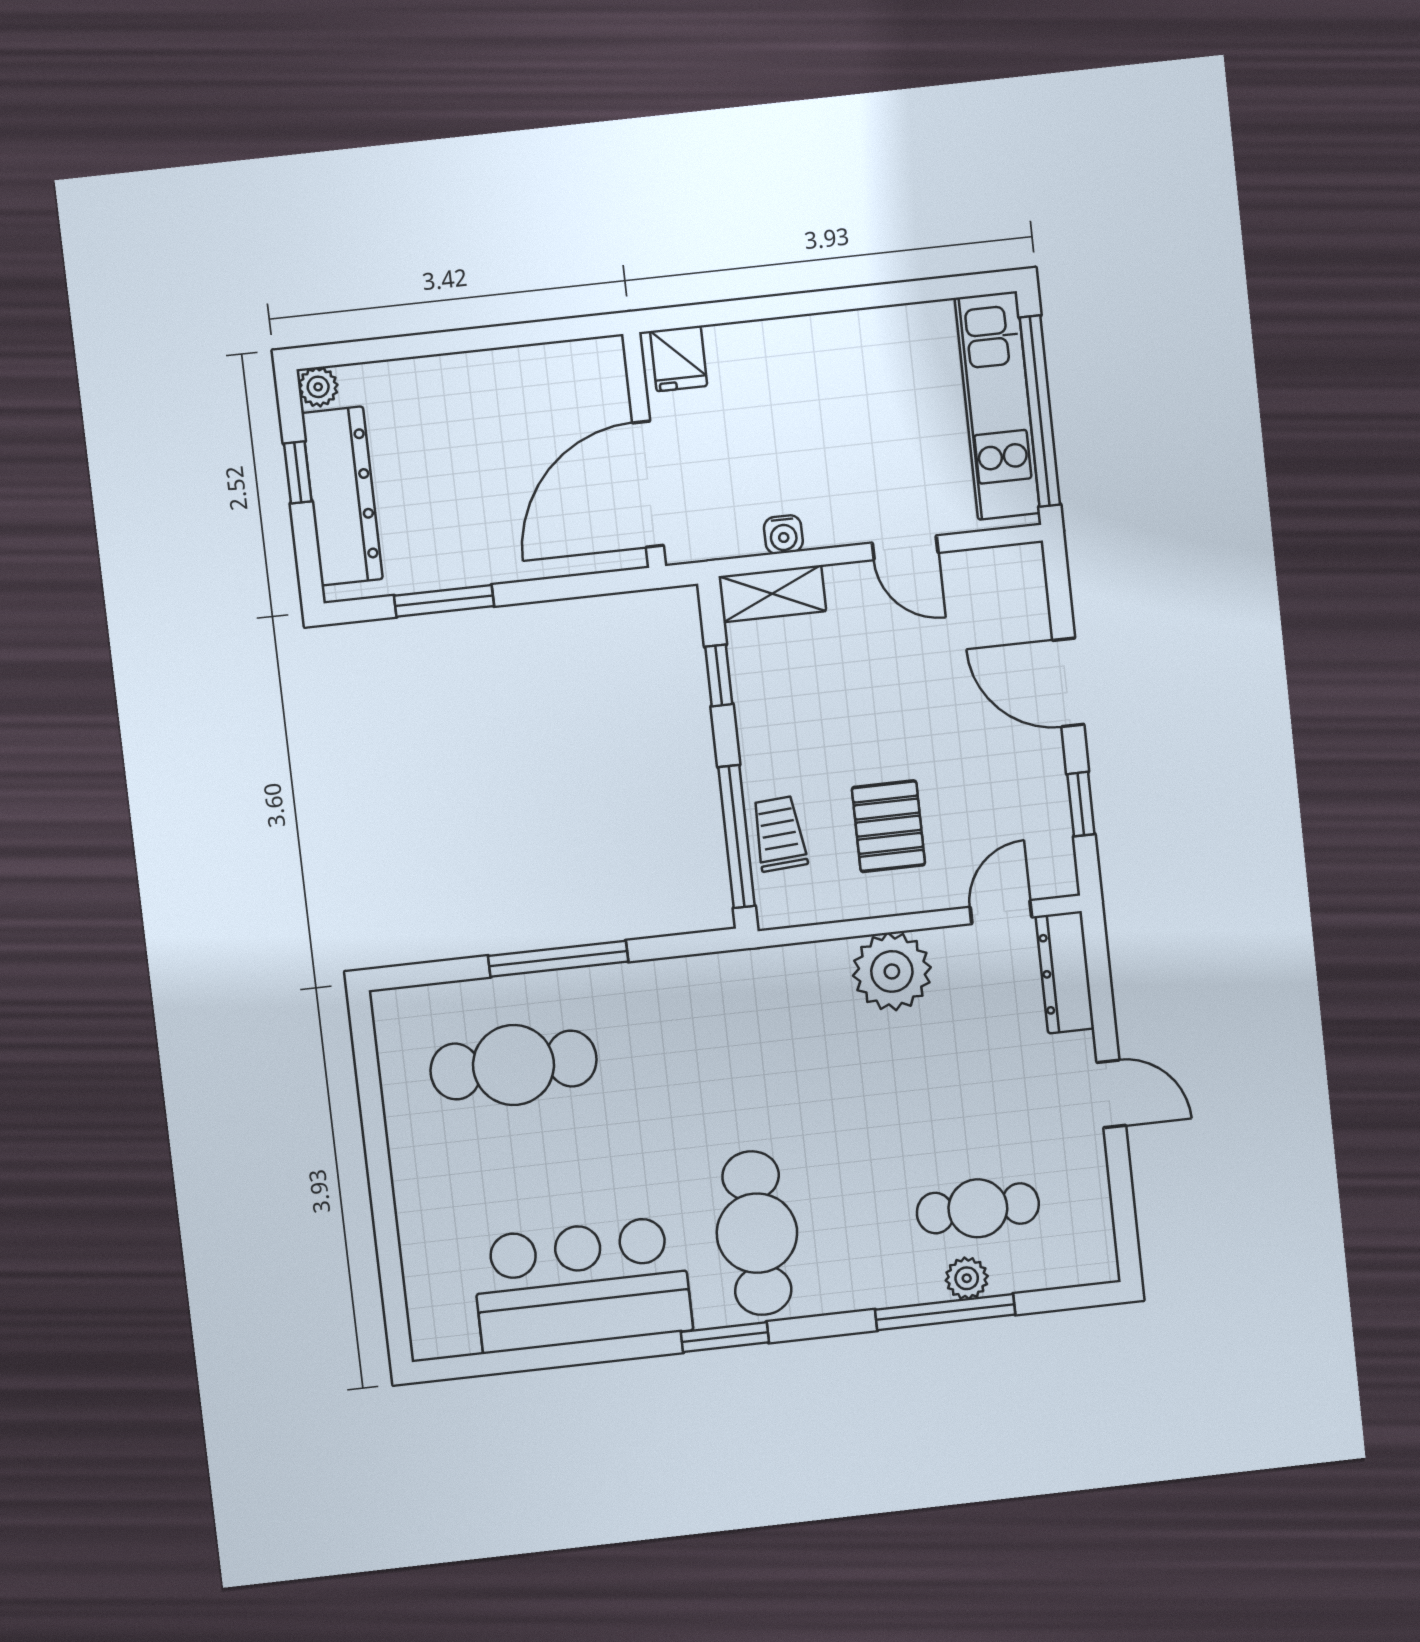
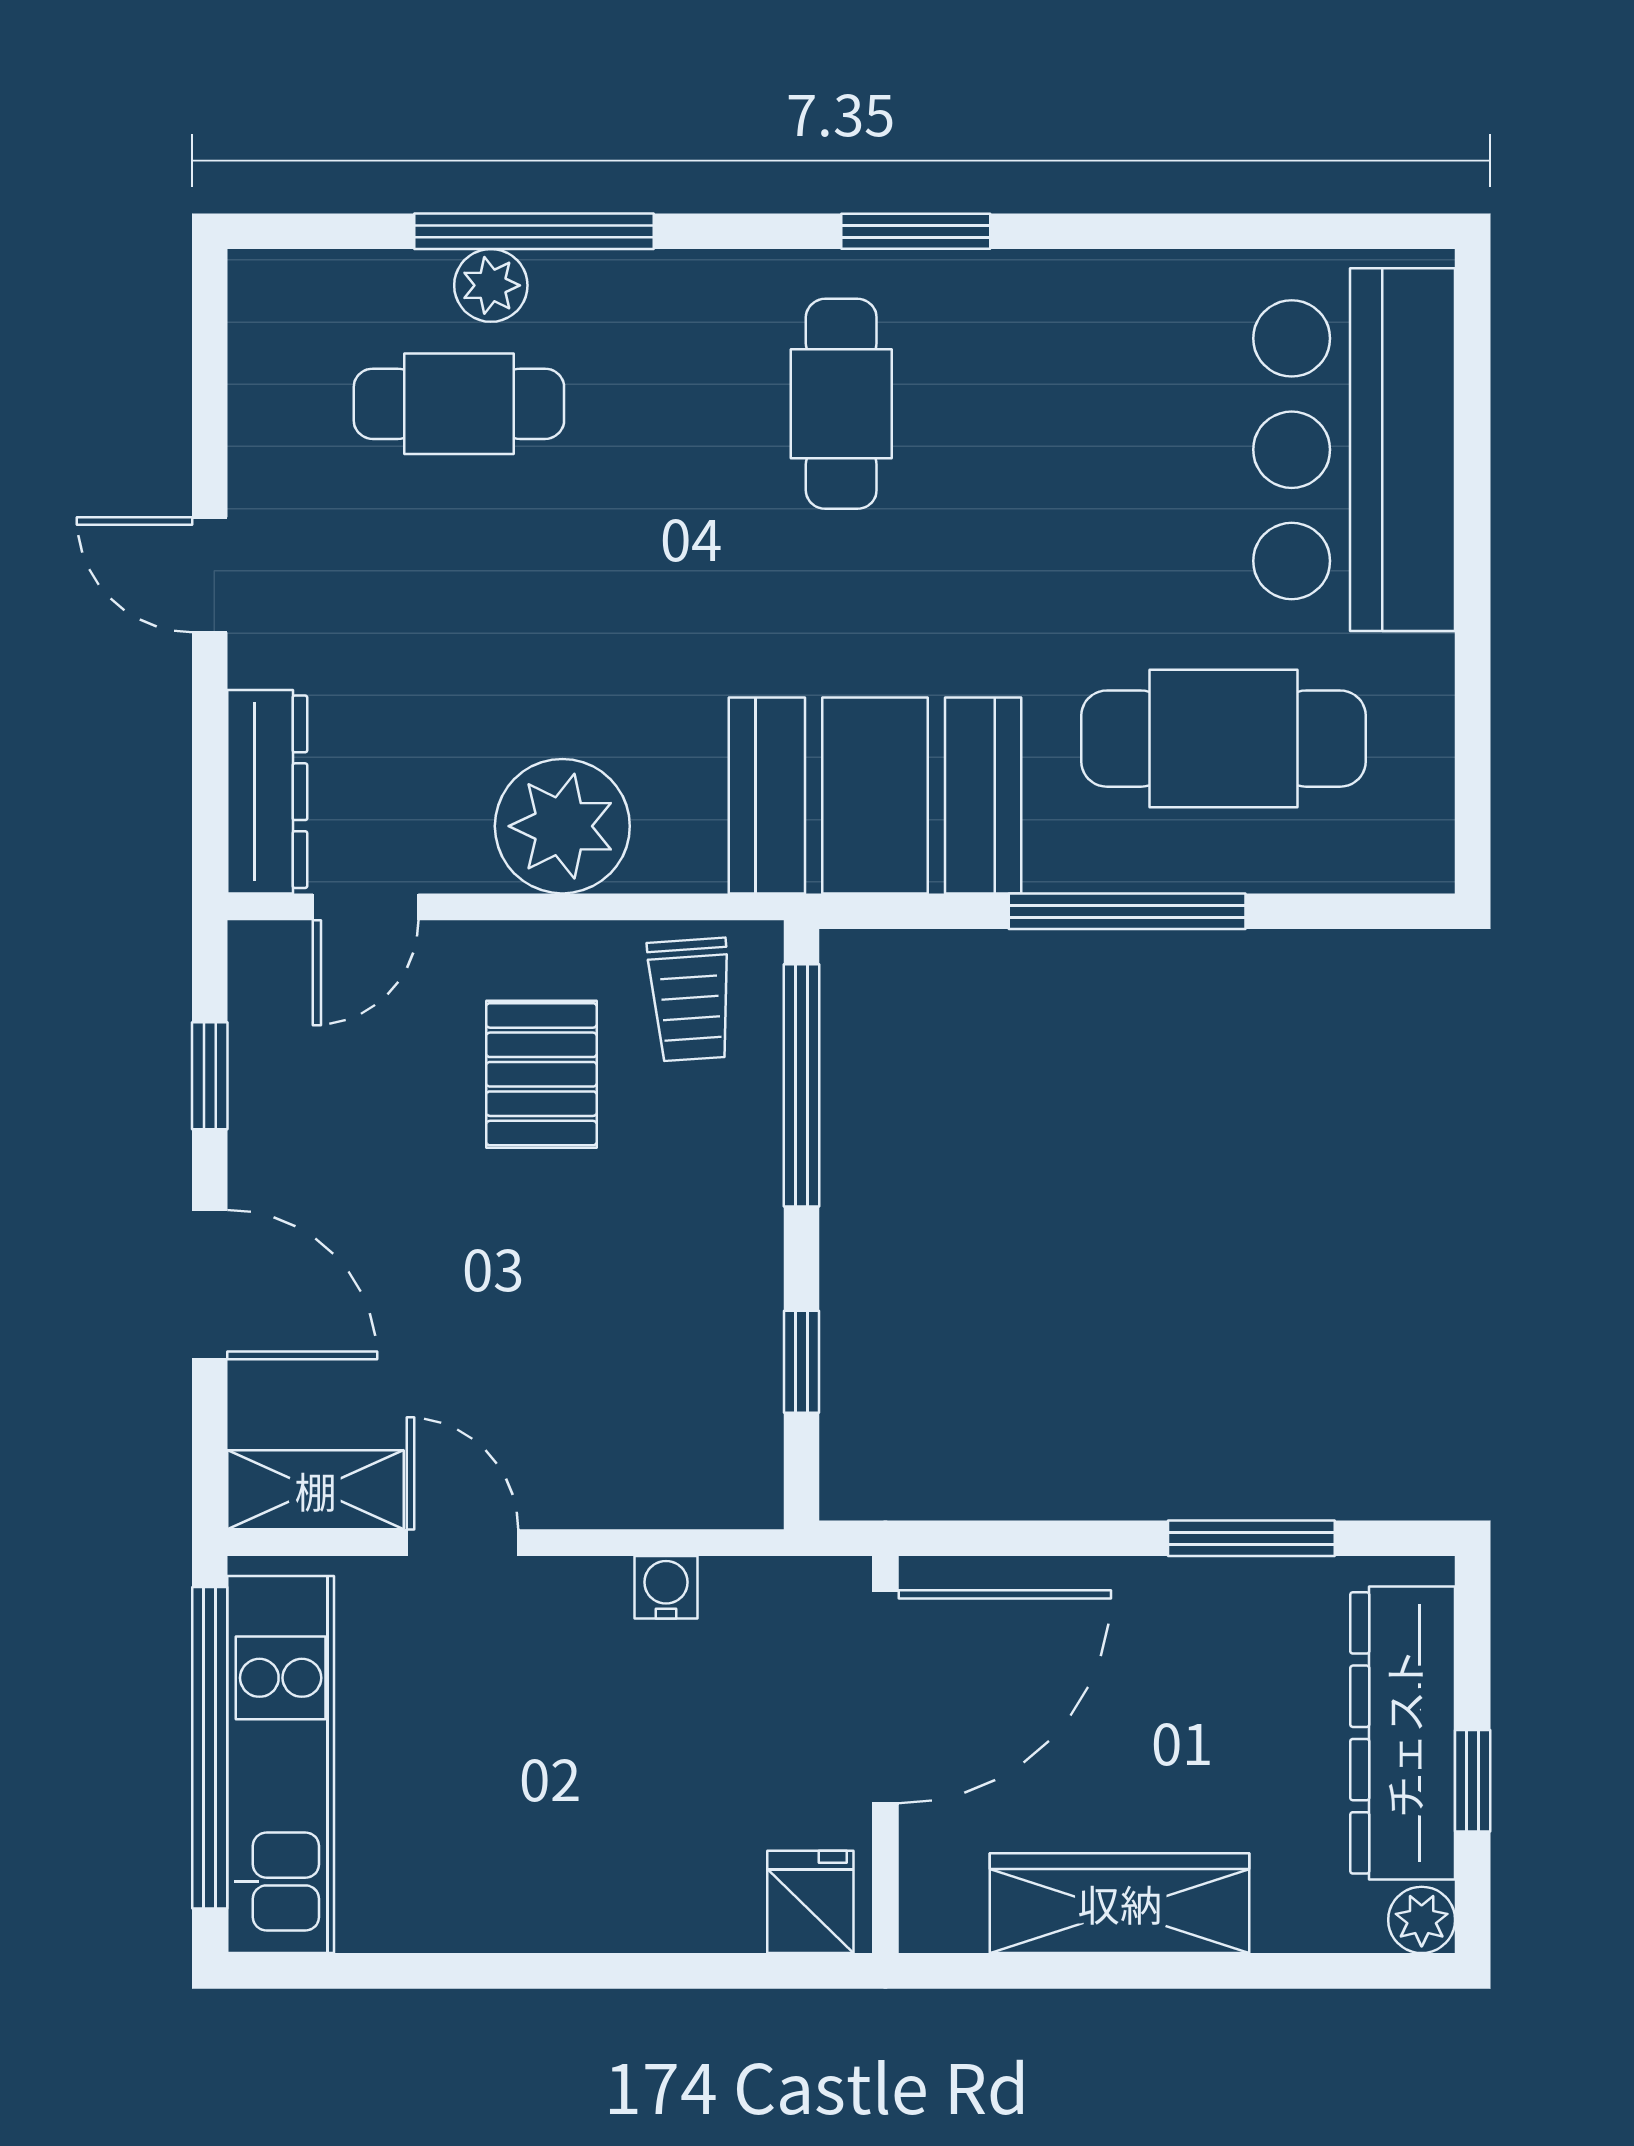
wardrobe: (497, 377) -> (1120, 1903), added
shelving: (772, 594) -> (316, 1490), moved
trolley: (779, 834) -> (690, 1000), moved
booth: (712, 1009) -> (875, 795), added
cafe table: (757, 1233) -> (841, 404), width x0.73, depth x0.74
bar counter: (582, 1284) -> (1354, 450), moved, turned 90

